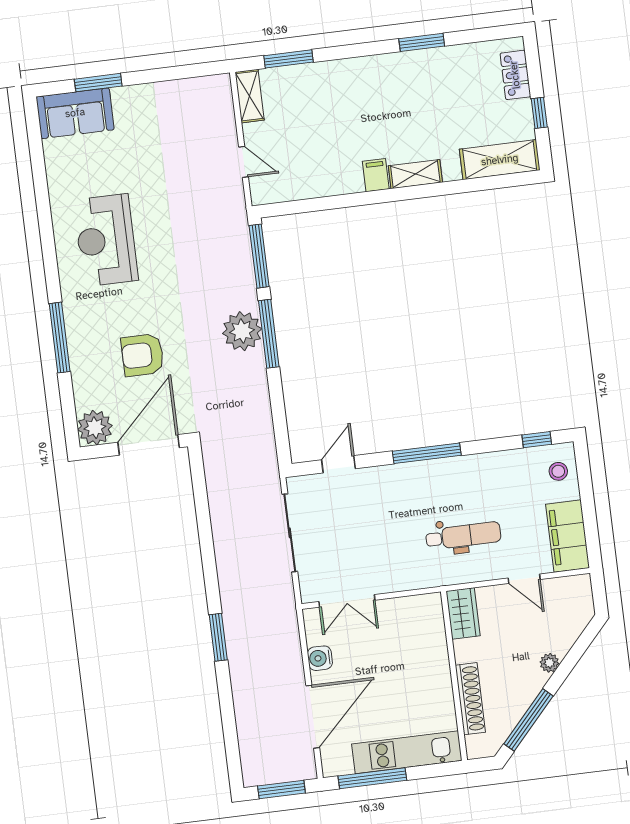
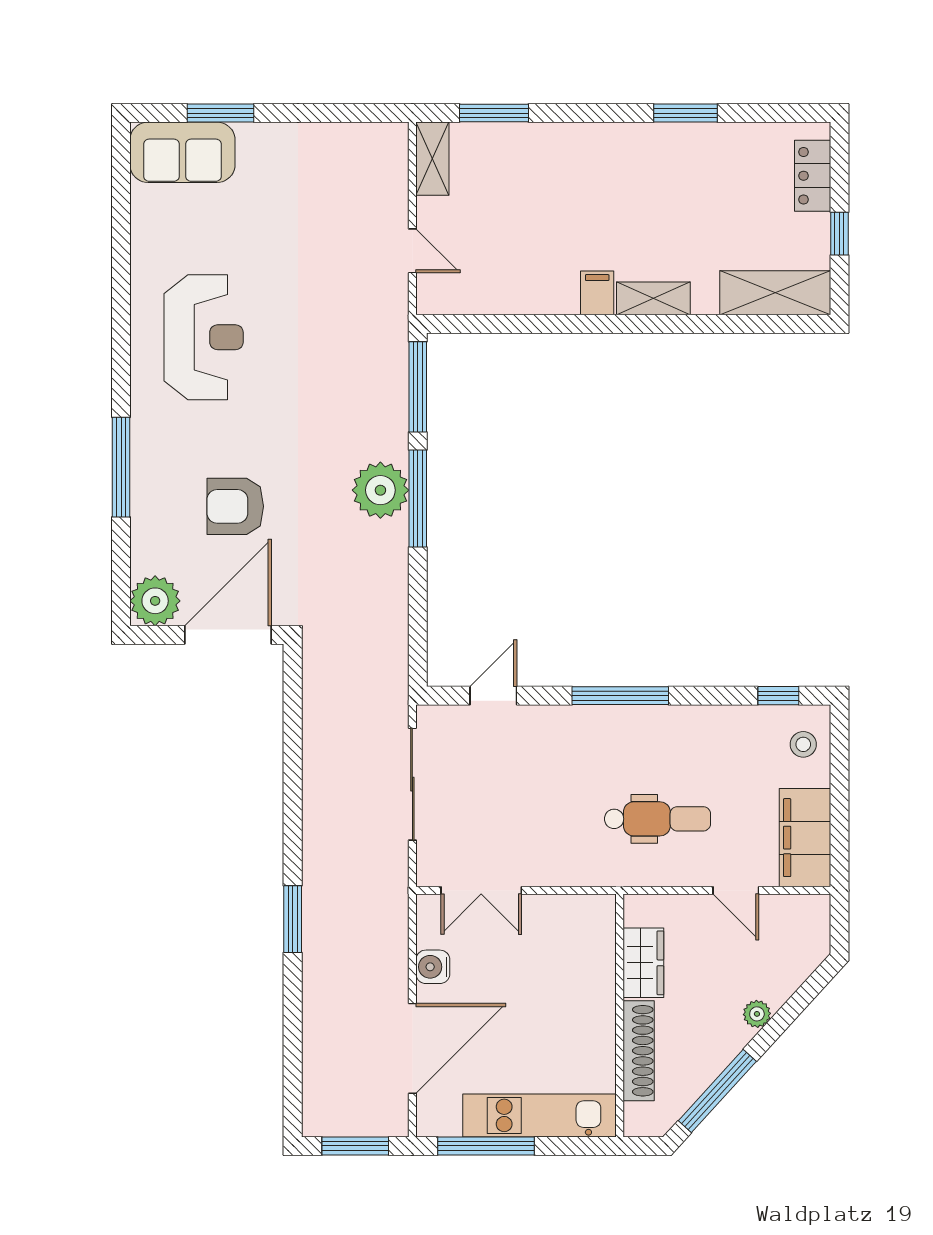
reception desk: (106, 240) -> (204, 337), turned 180
wardrobe: (463, 613) -> (643, 963), moved

